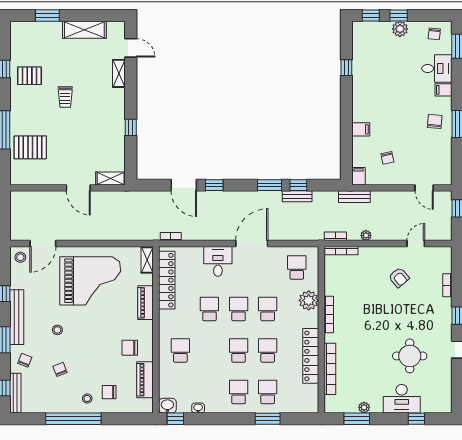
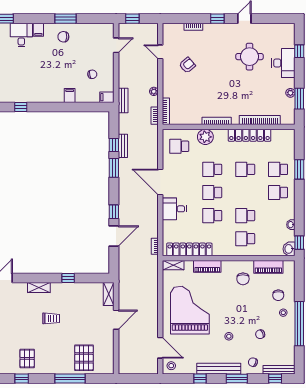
shelving: (119, 73) -> (39, 287), moved
trolley: (65, 97) -> (51, 318), moved
school desk: (239, 350) -> (245, 216), moved

